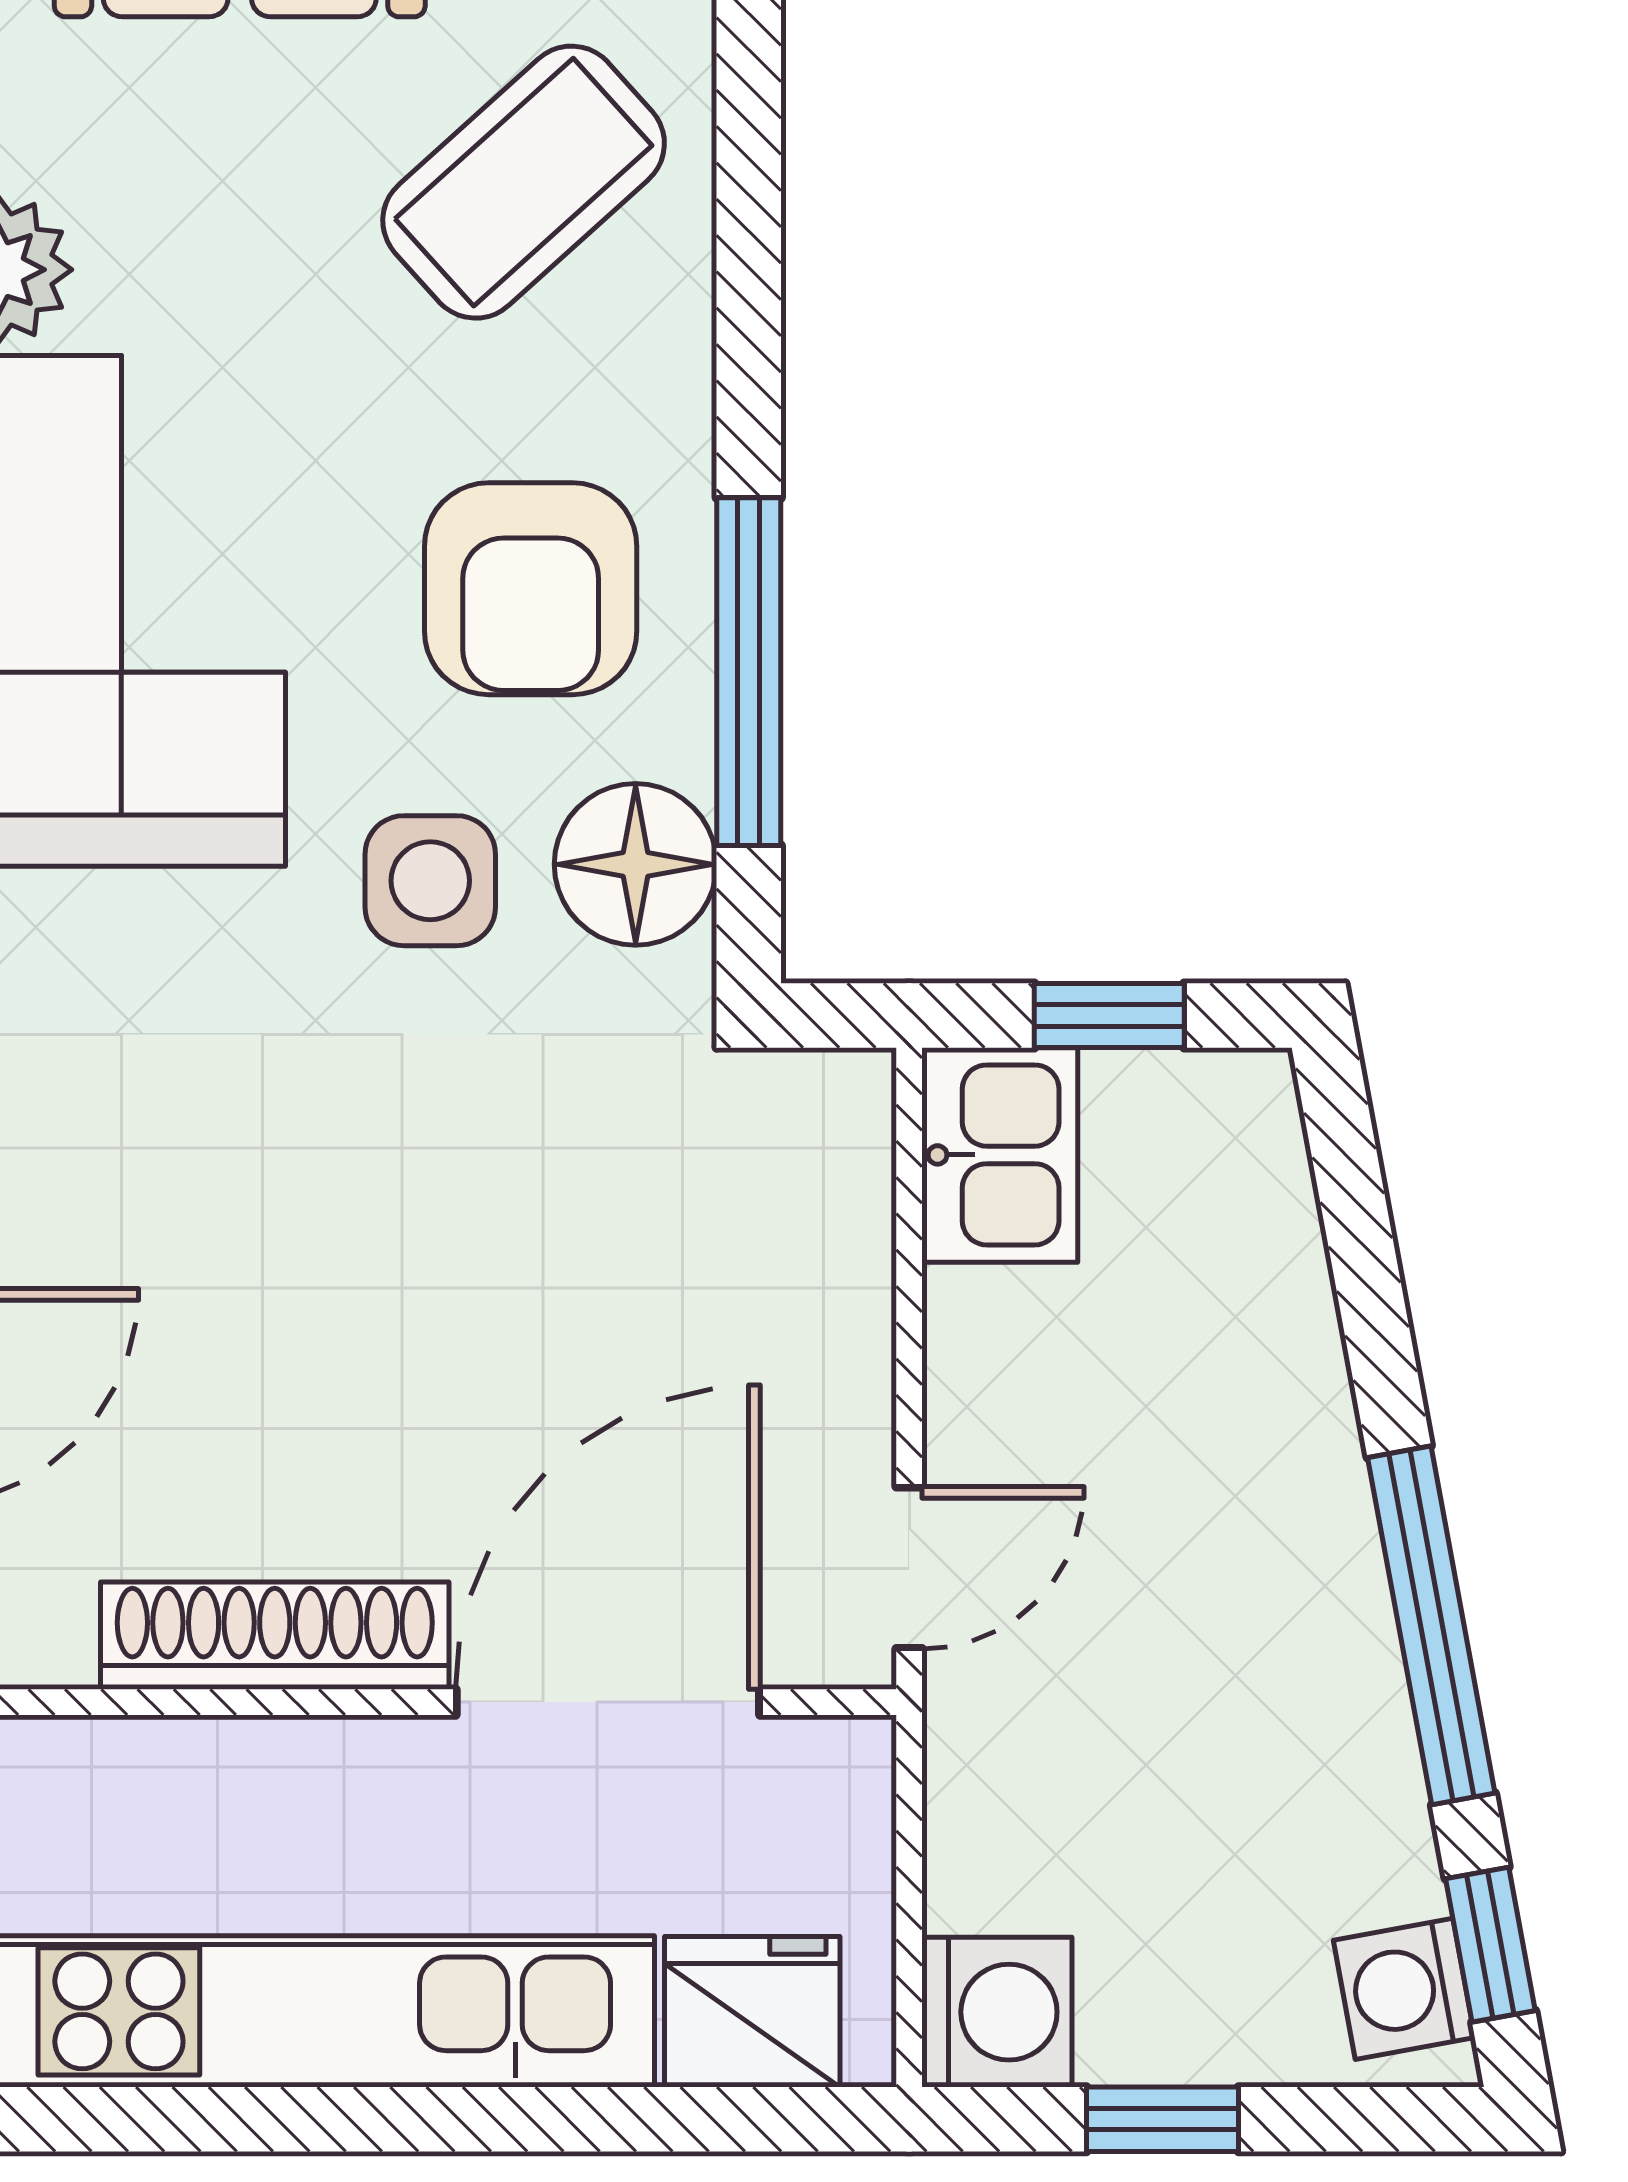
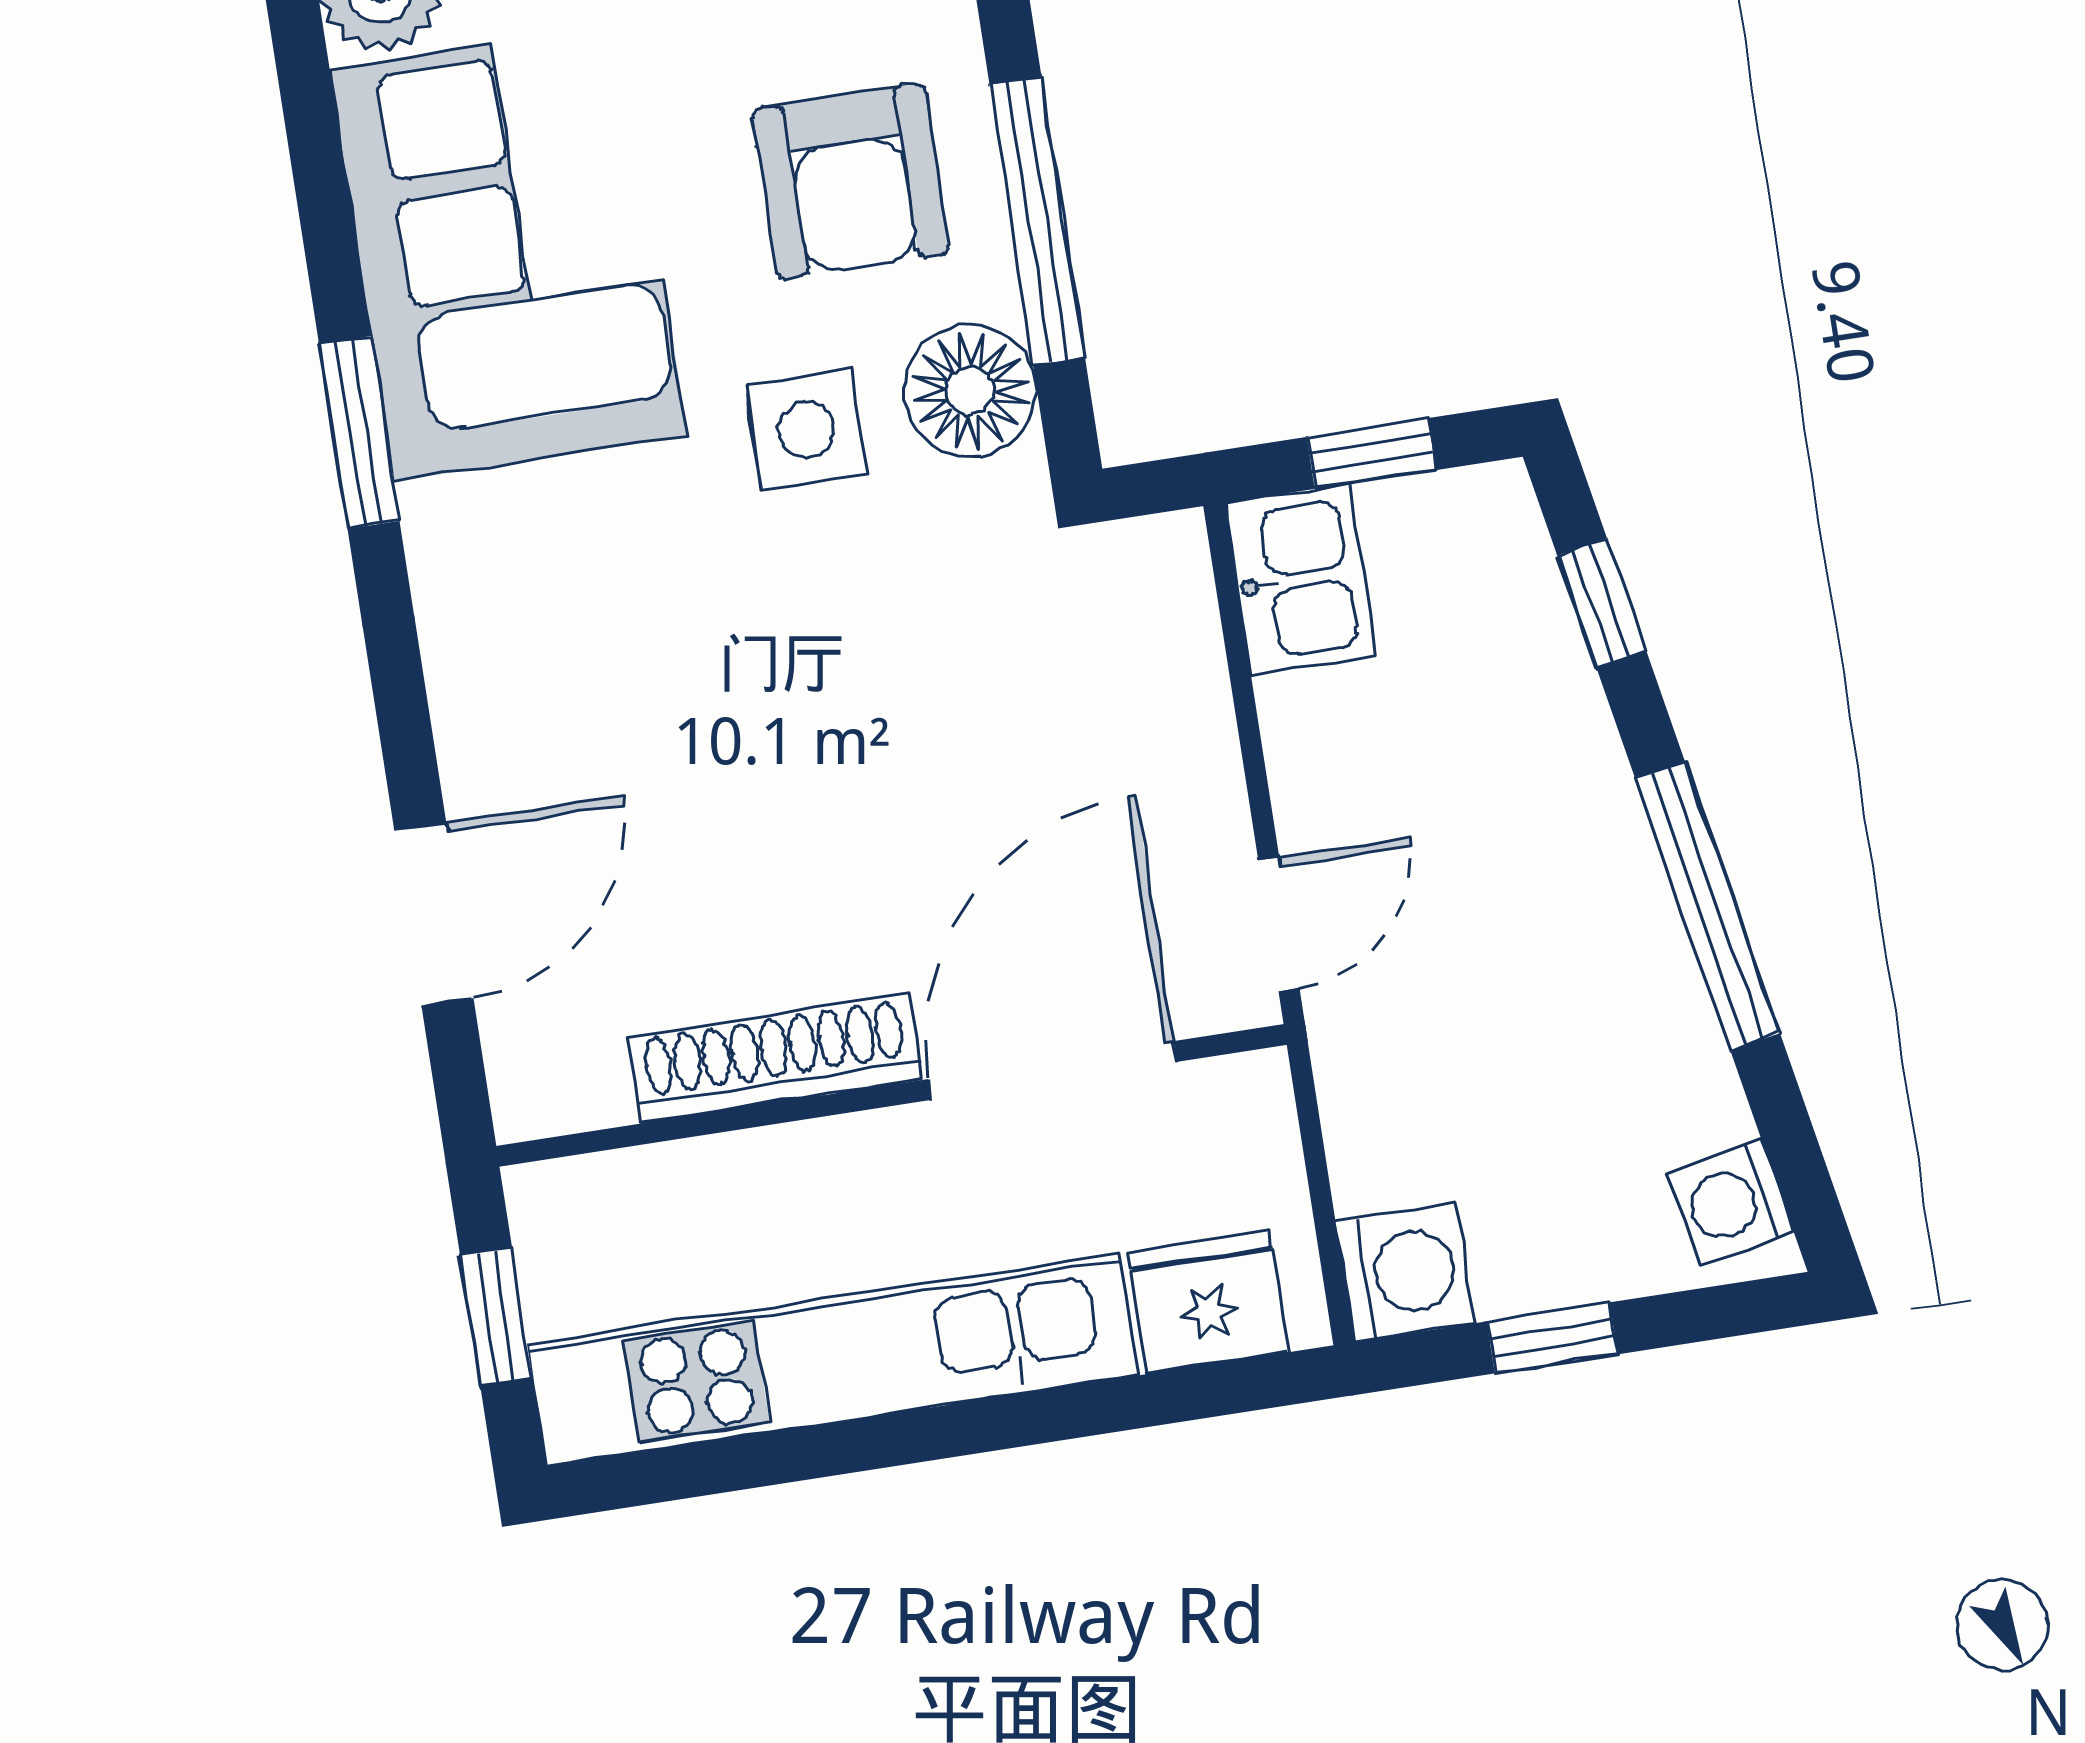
window: (1490, 1945) -> (1602, 603), moved

